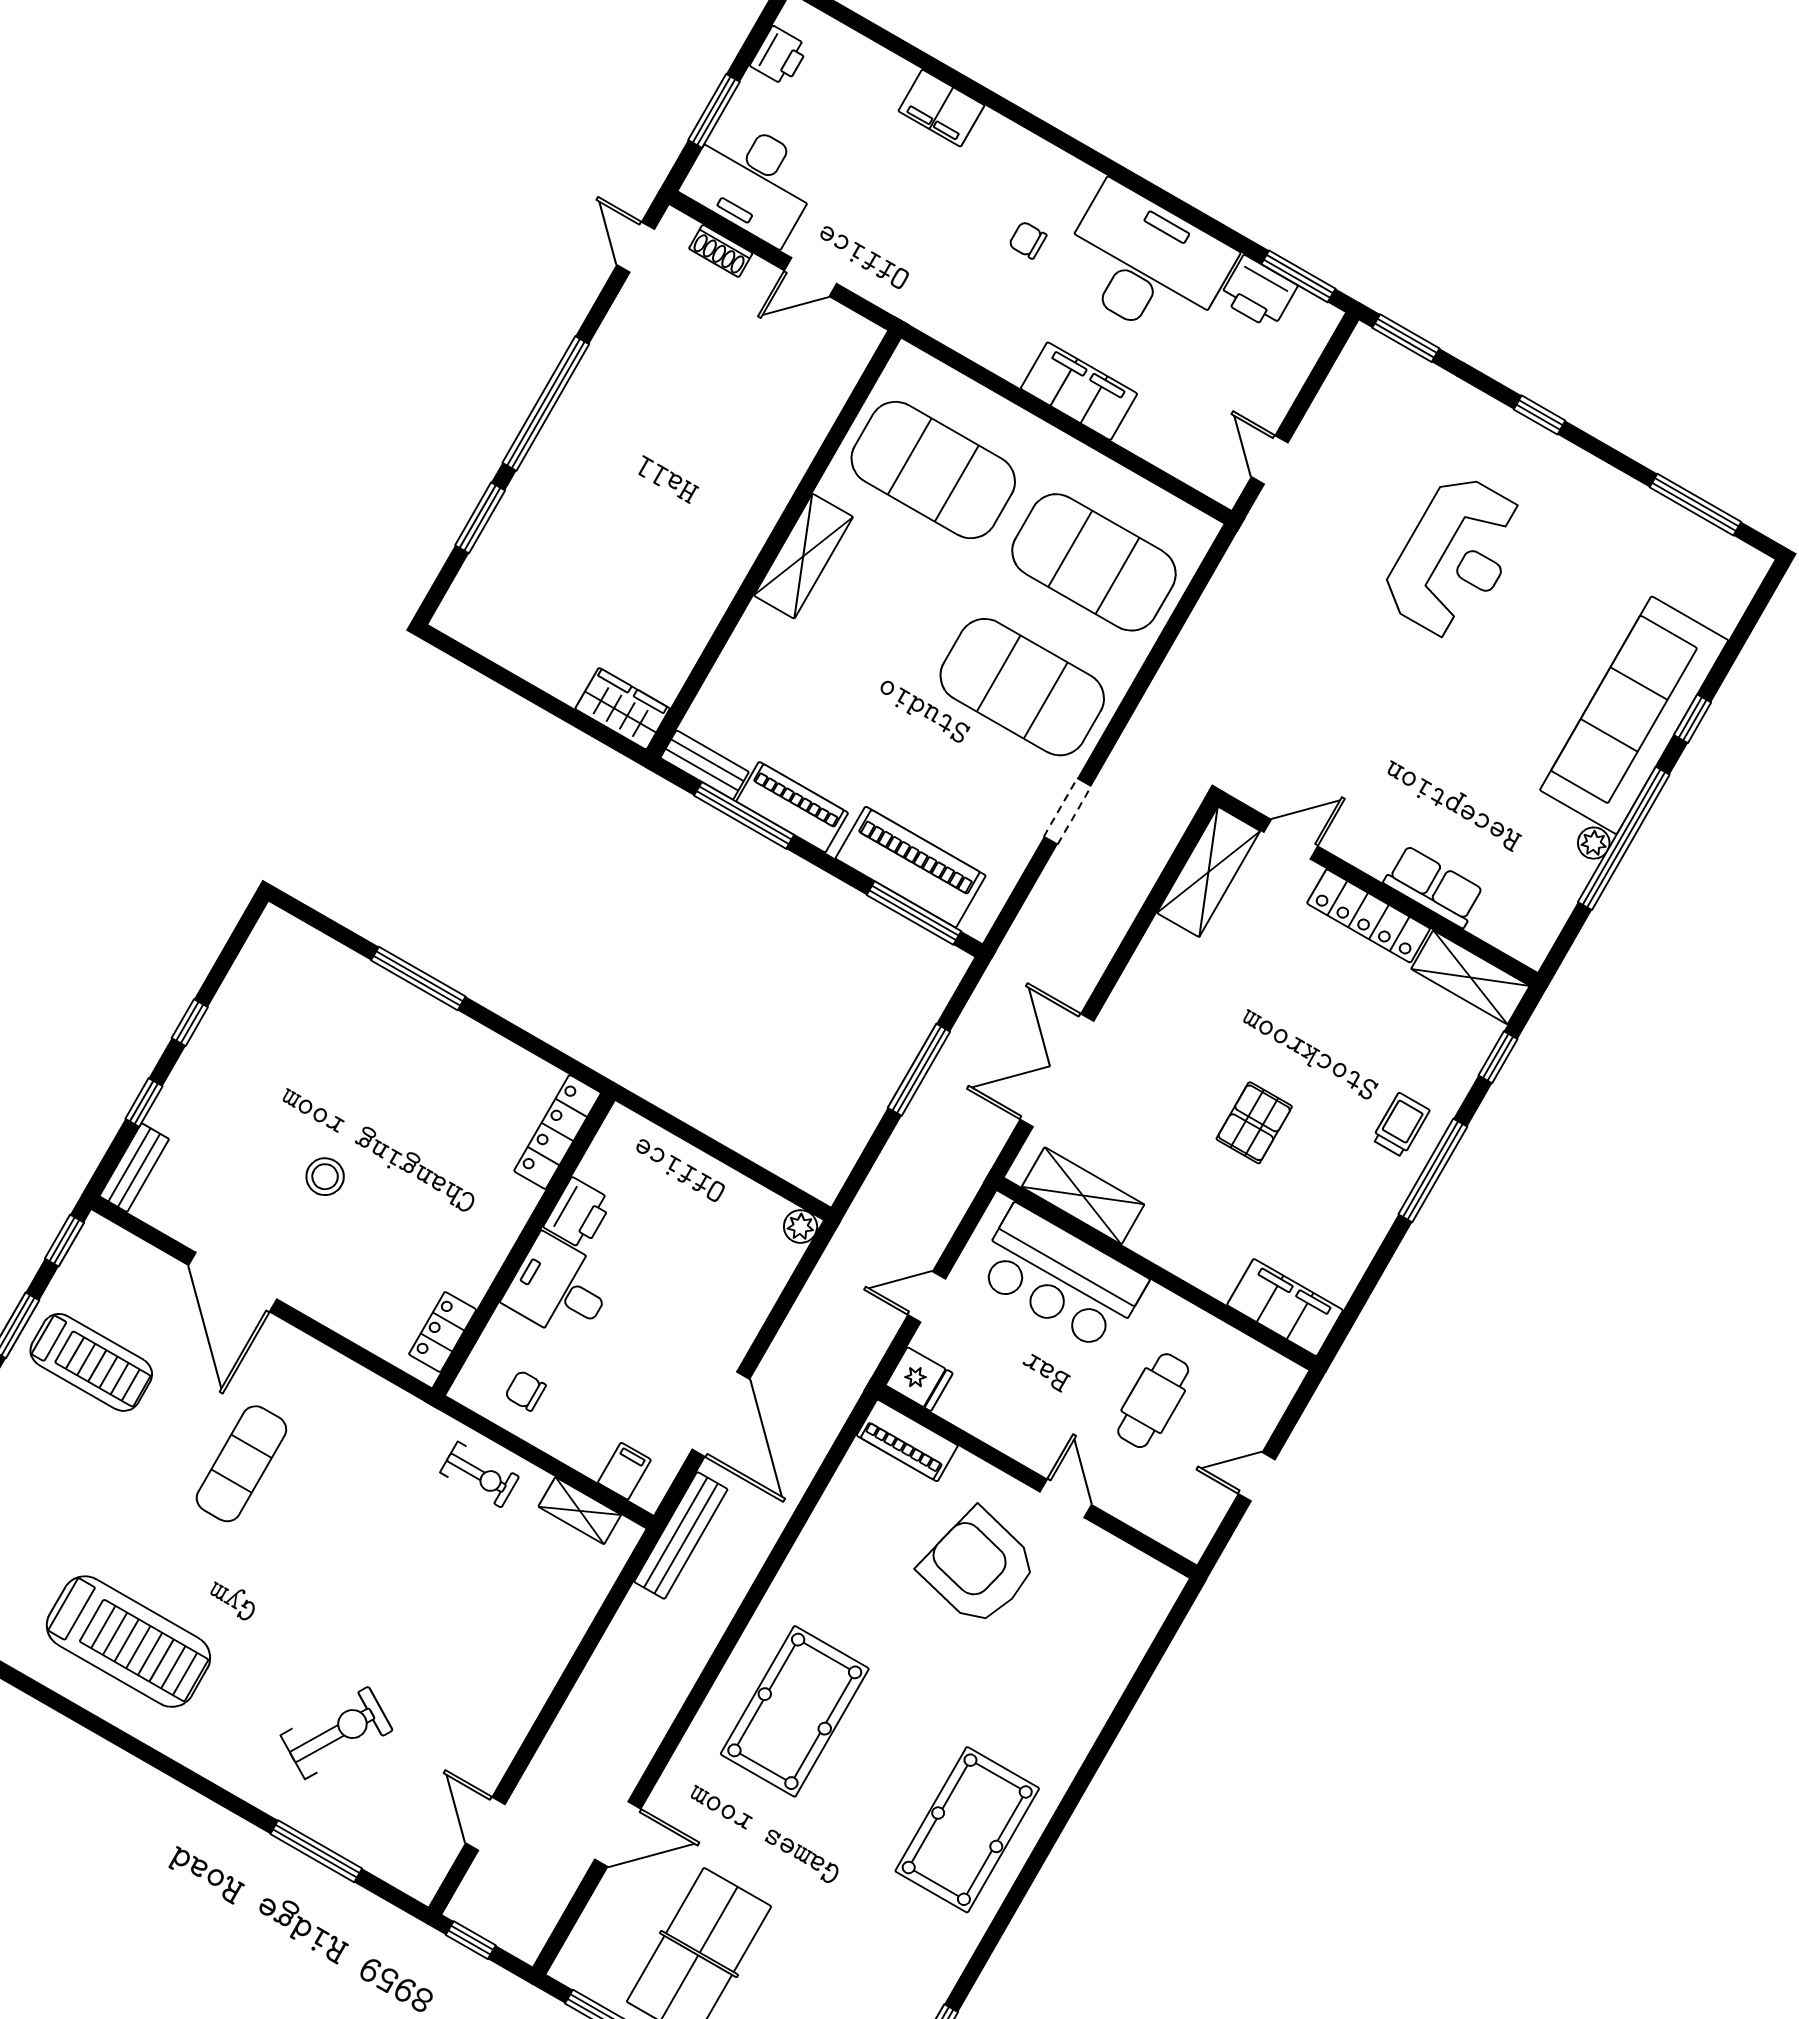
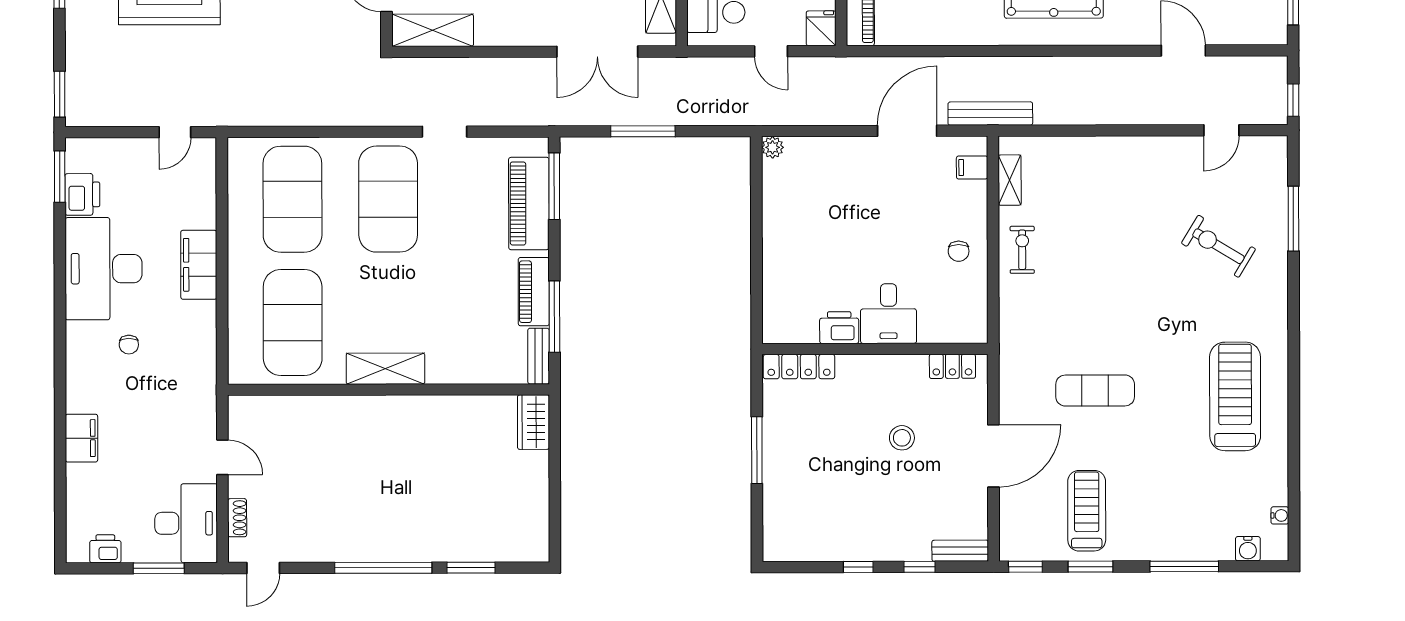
locker: (558, 1132) -> (799, 367), moved
printer: (578, 1214) -> (839, 328), moved
wall: (524, 1244) -> (875, 349), moved
desk: (559, 1288) -> (889, 314), moved
locker: (443, 1332) -> (952, 366), moved

